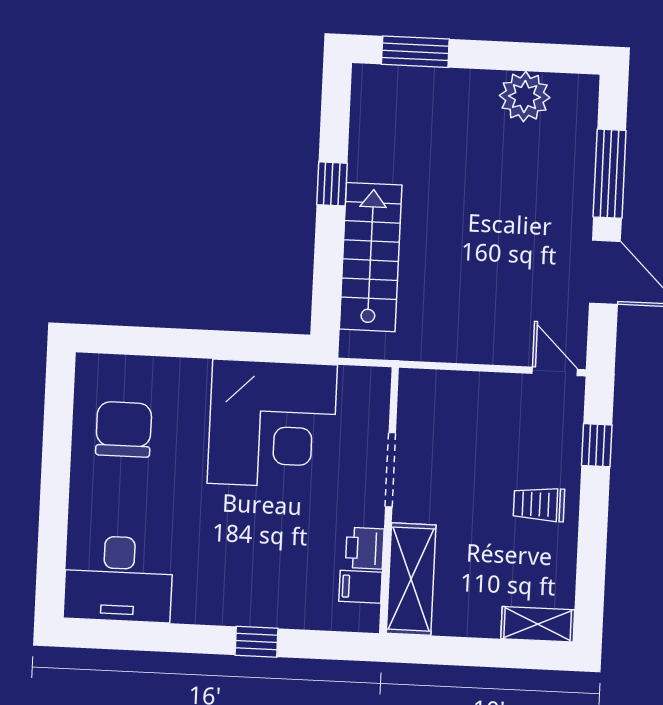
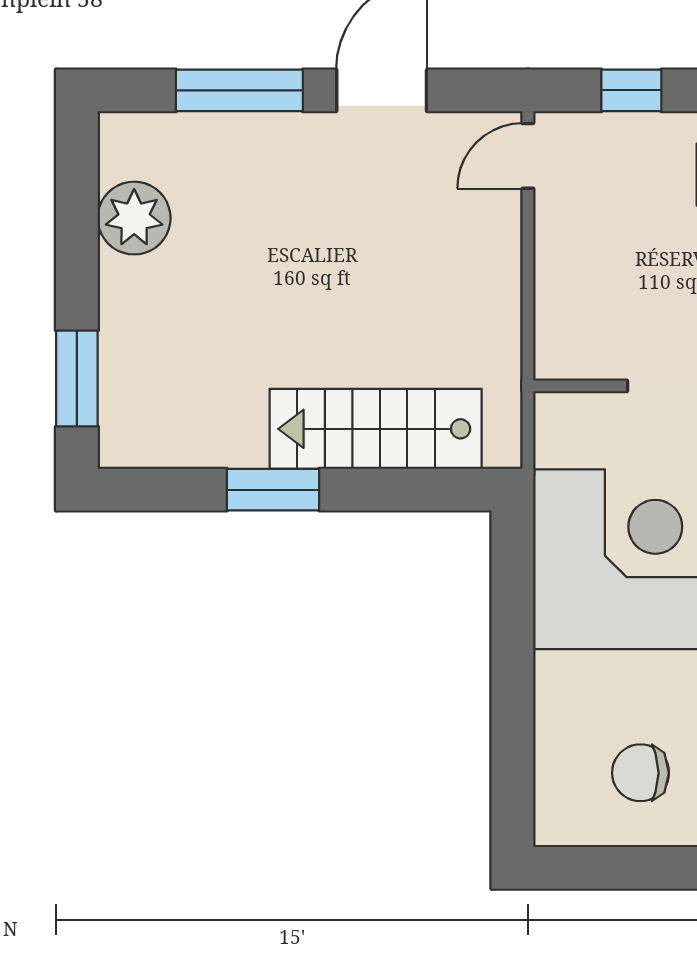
window: (332, 184) -> (273, 490), width x1.50
chair: (124, 429) -> (641, 773), width x0.73, depth x0.73

